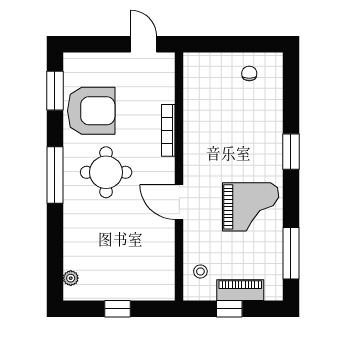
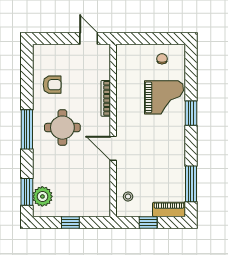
window: (55, 91) -> (27, 192), moved
armchair: (91, 111) -> (52, 85), width x0.53, depth x0.53
grand piano: (251, 207) -> (164, 97), moved
plant: (71, 278) -> (42, 196), width x1.88, depth x1.88
piano: (240, 290) -> (169, 209), moved

